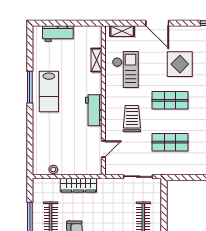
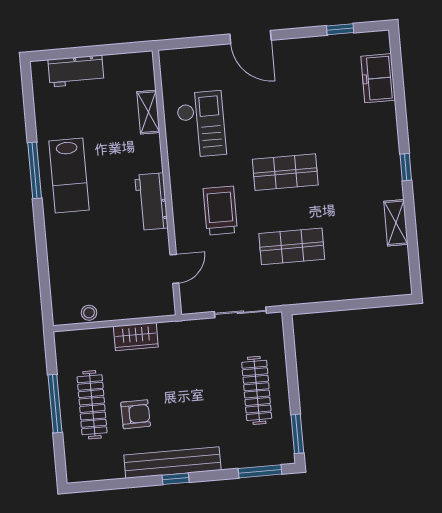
shelving: (122, 31) -> (190, 57), removed
display table: (180, 64) -> (297, 106), removed
wardrobe: (78, 185) -> (136, 337), width x0.67

